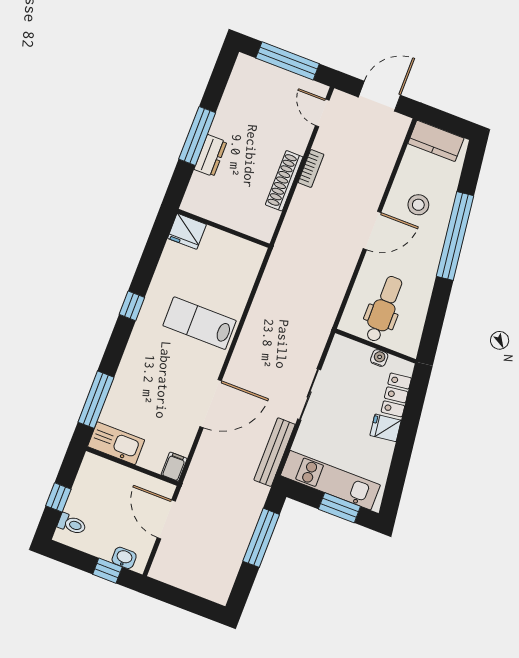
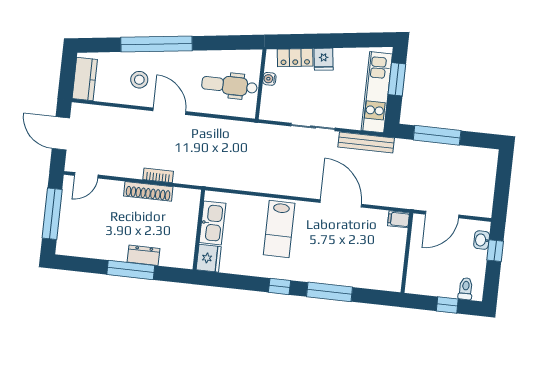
bookcase: (311, 168) -> (158, 175), moved
window: (96, 400) -> (329, 292), moved
kitchen sink: (116, 443) -> (213, 223), moved, turned 180

